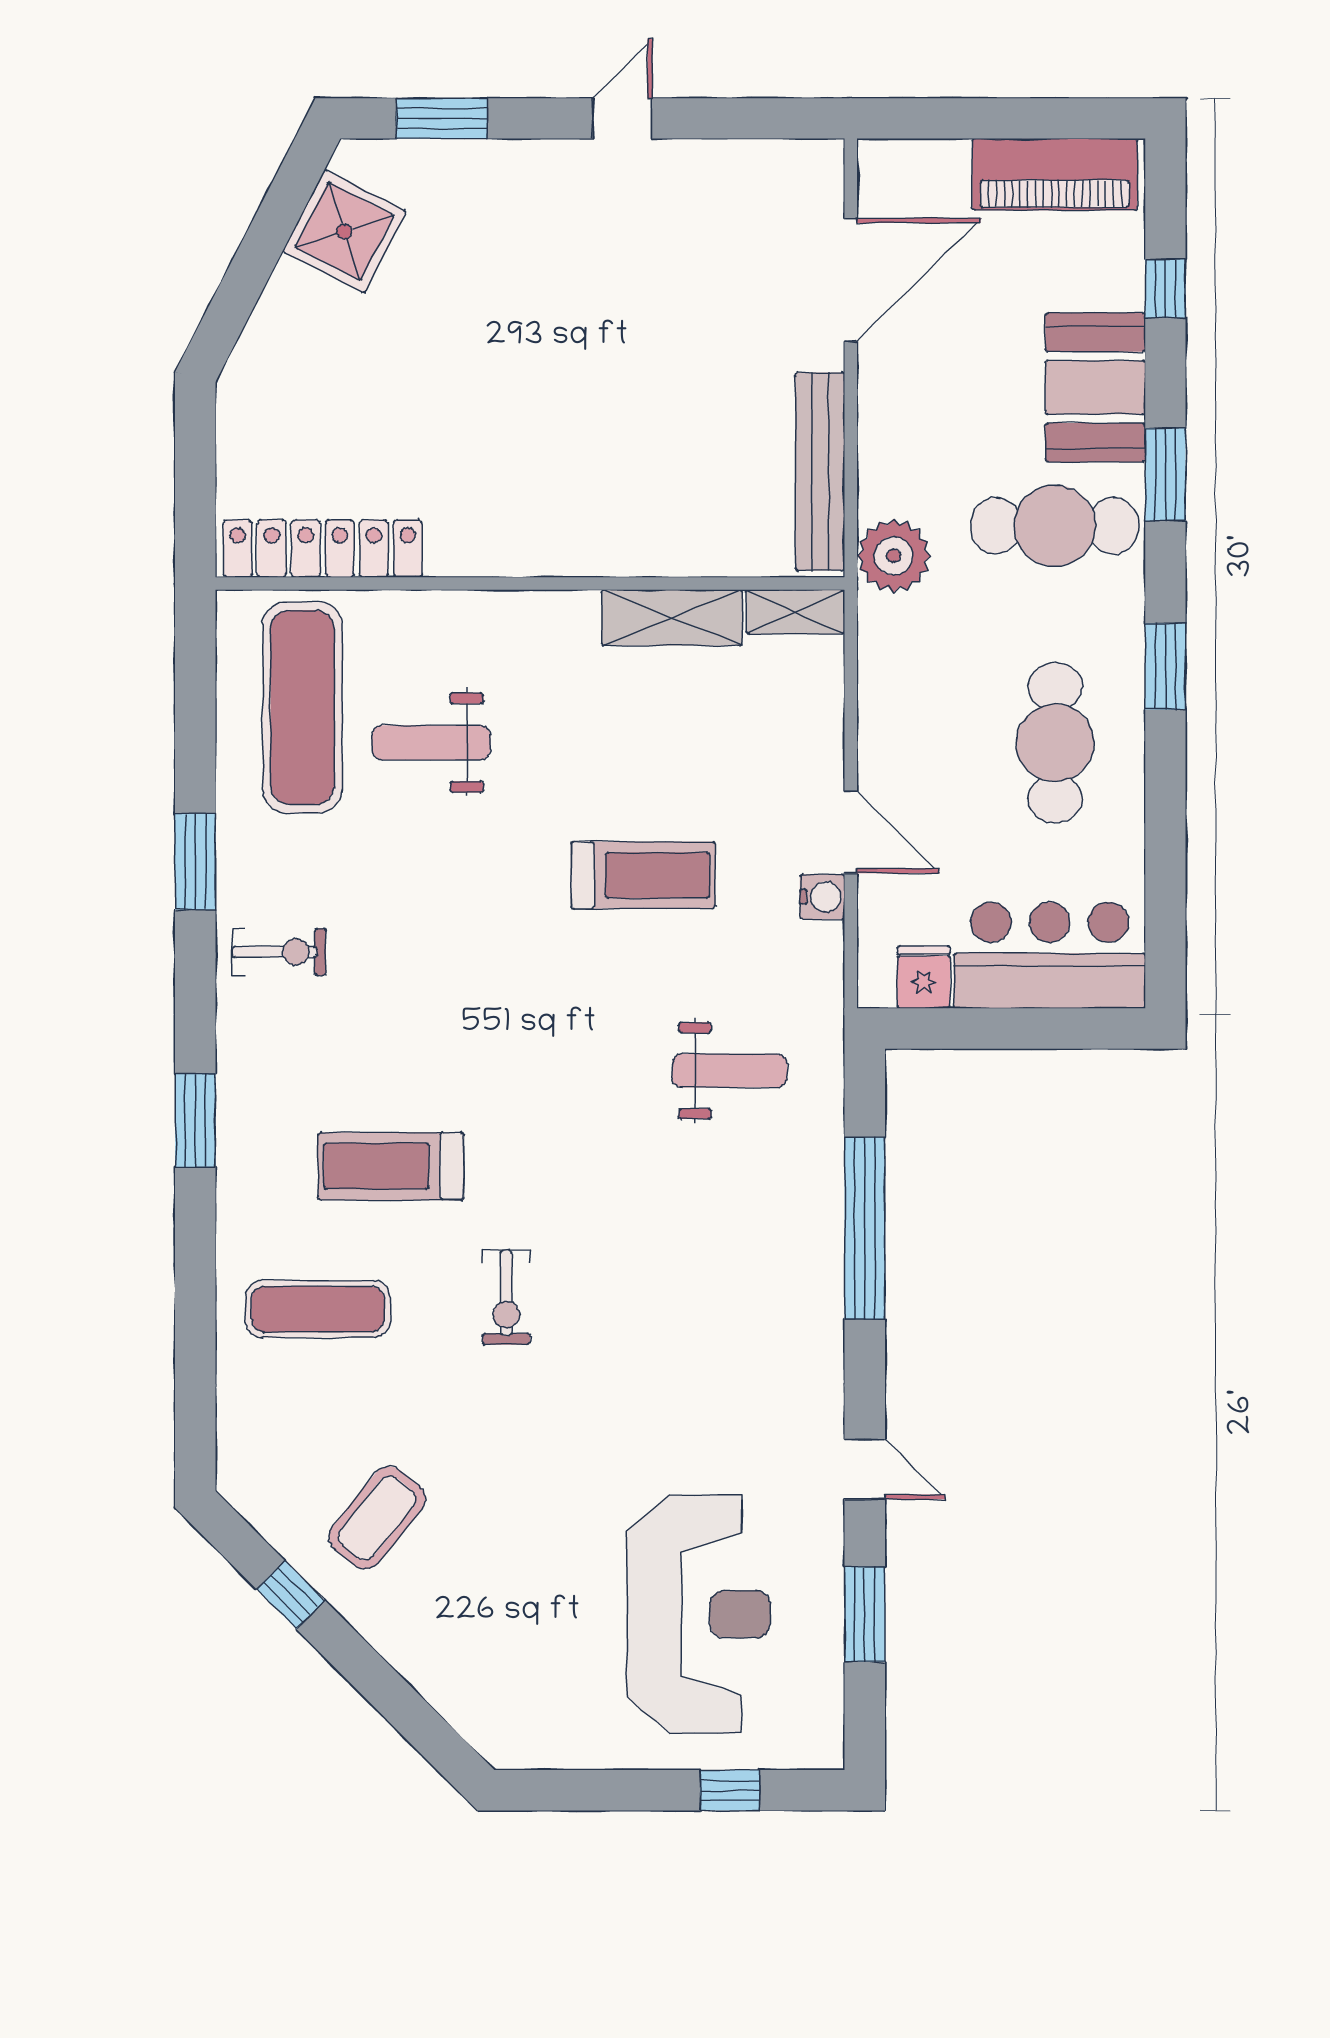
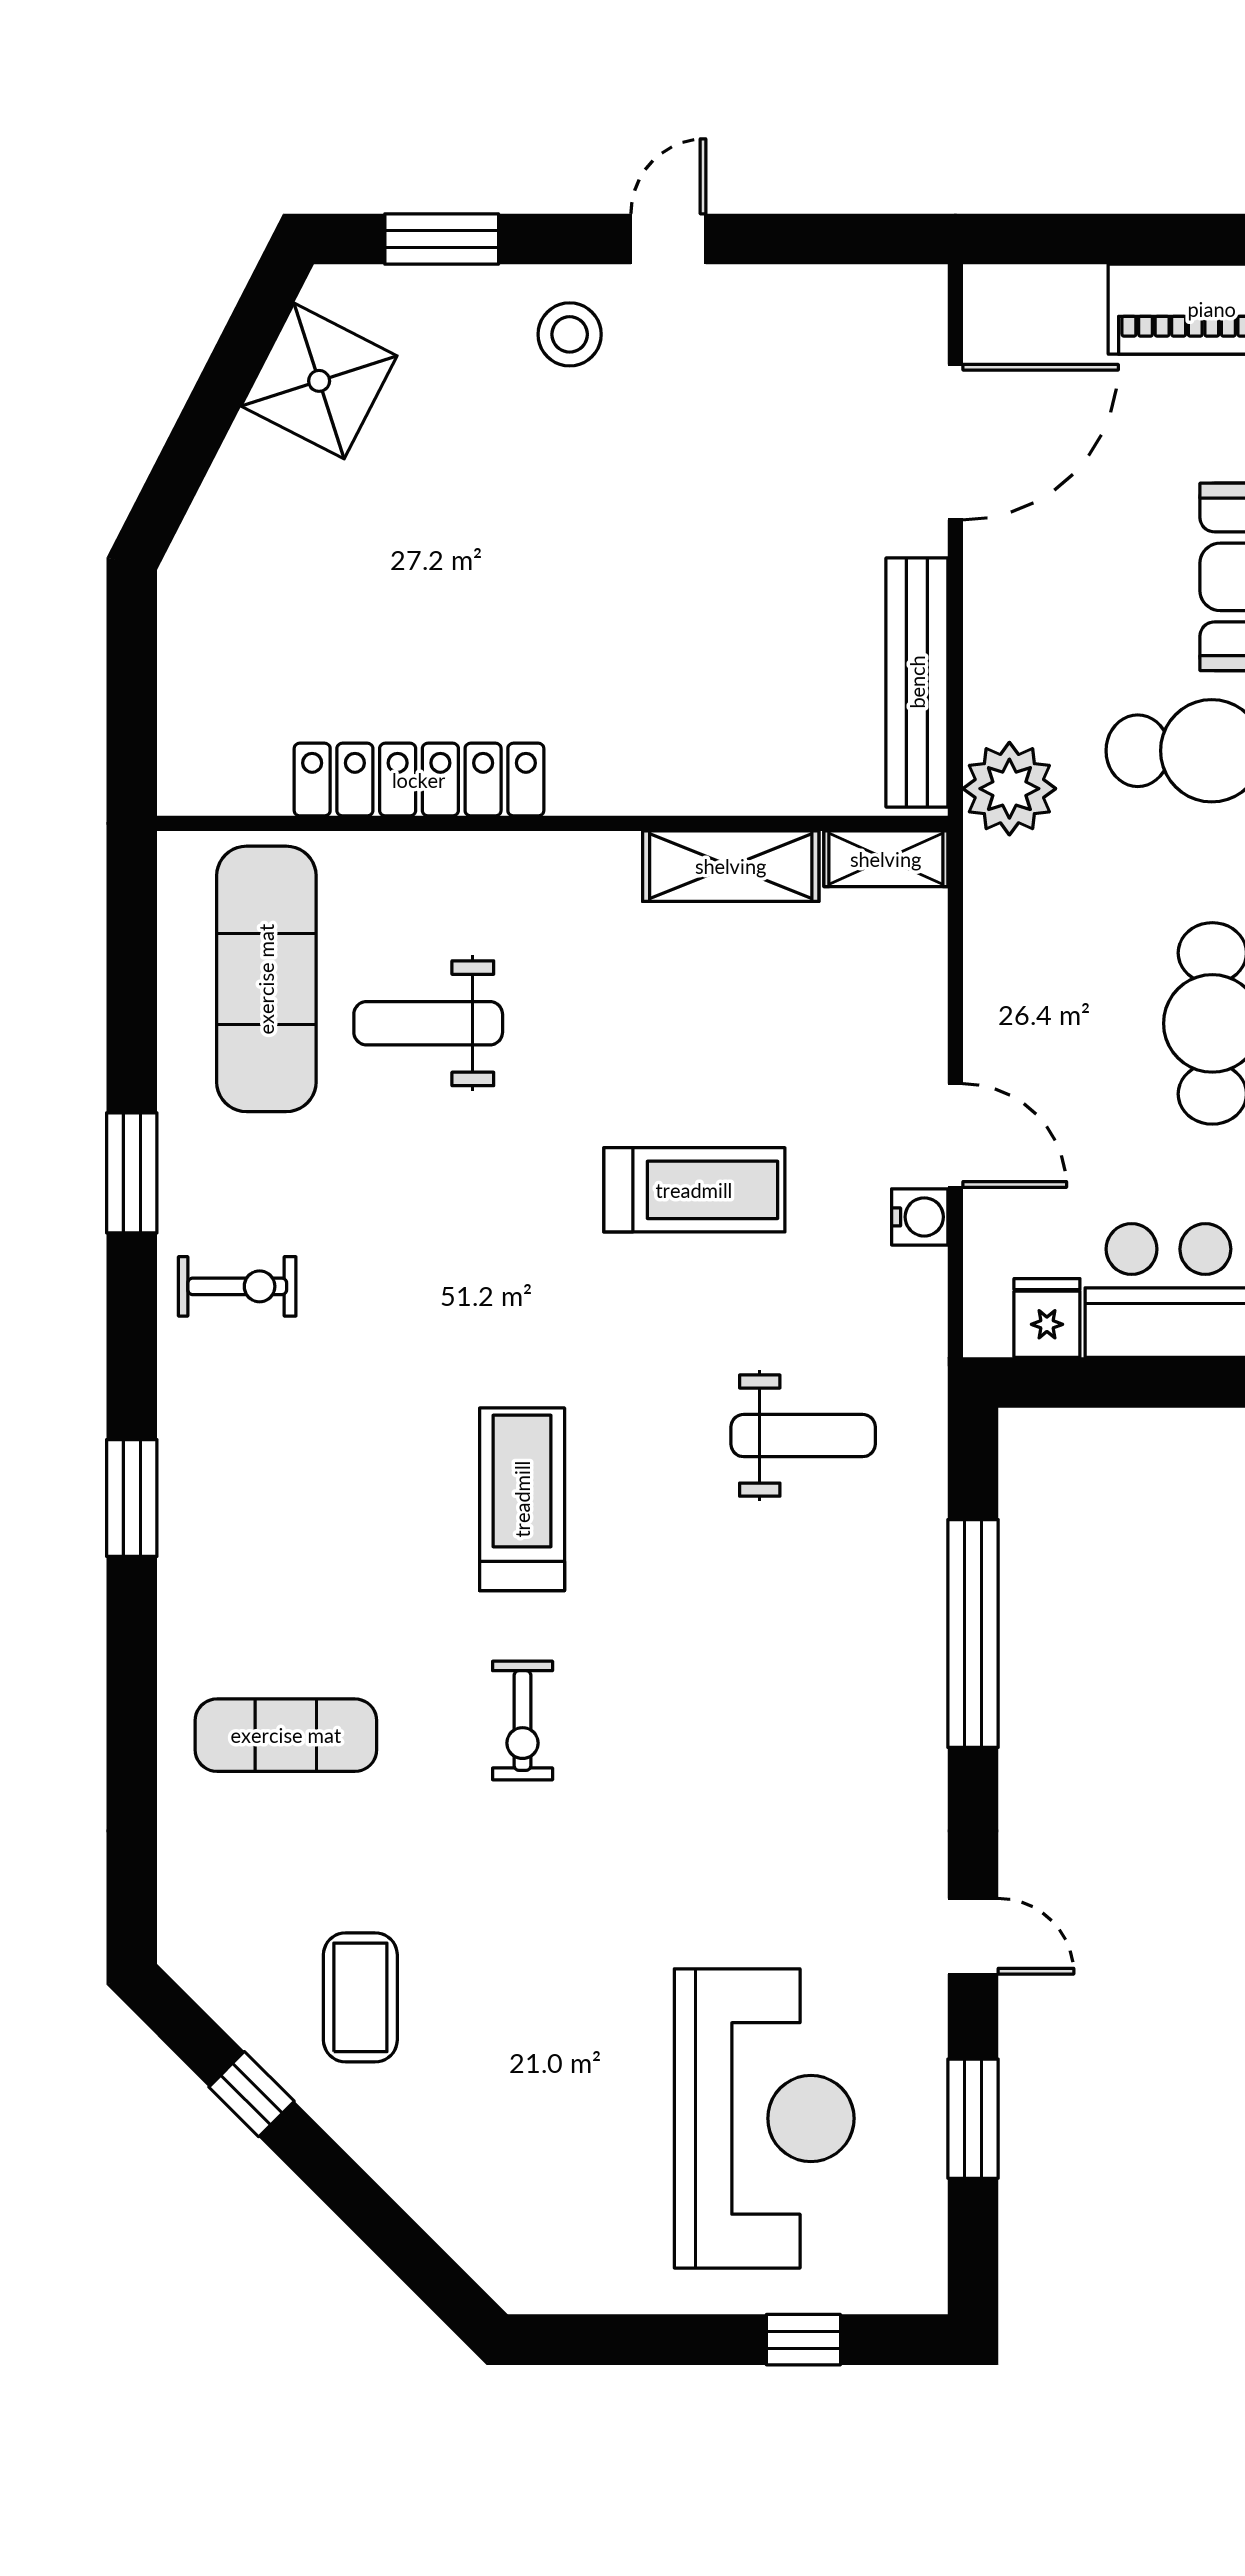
stool: (544, 194) -> (570, 334), added
locker: (323, 549) -> (419, 780), moved
treadmill: (391, 1166) -> (522, 1499), moved, turned 90
coffee table: (377, 1518) -> (360, 1997), turned -39

